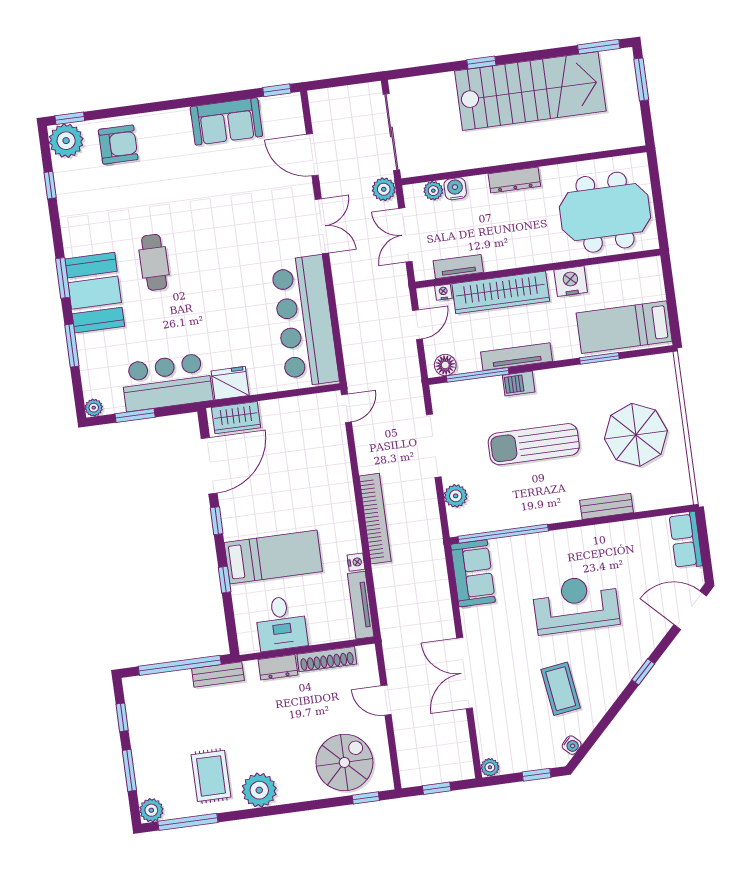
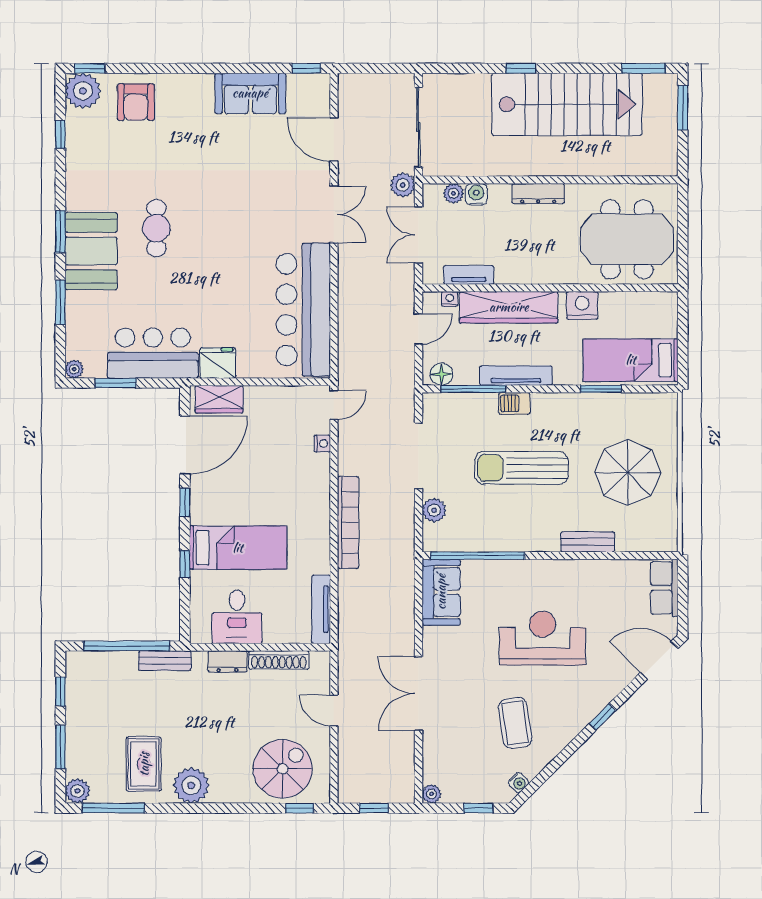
armchair: (118, 145) -> (136, 102), turned 90
nightstand: (356, 562) -> (322, 444), moved

